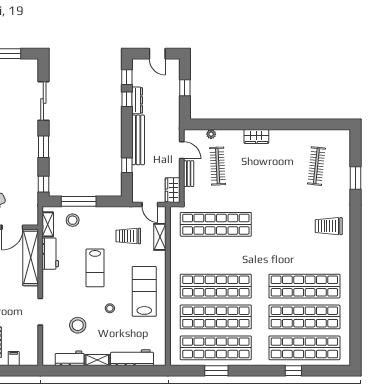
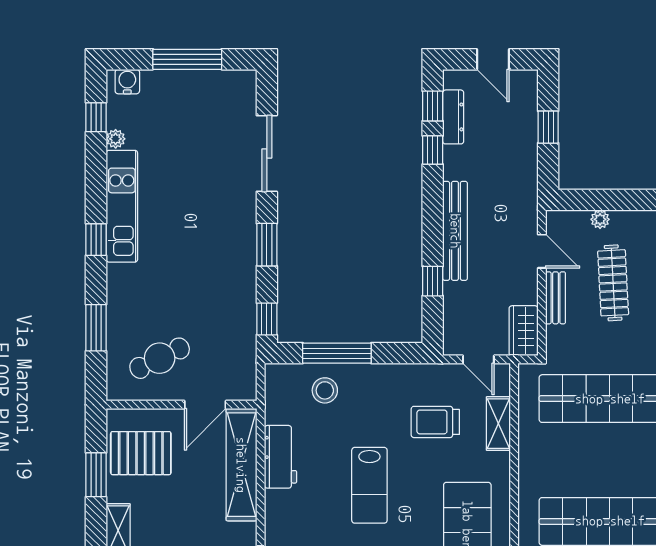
dresser: (137, 100) -> (453, 117), moved
shelving: (48, 224) -> (275, 399), removed

